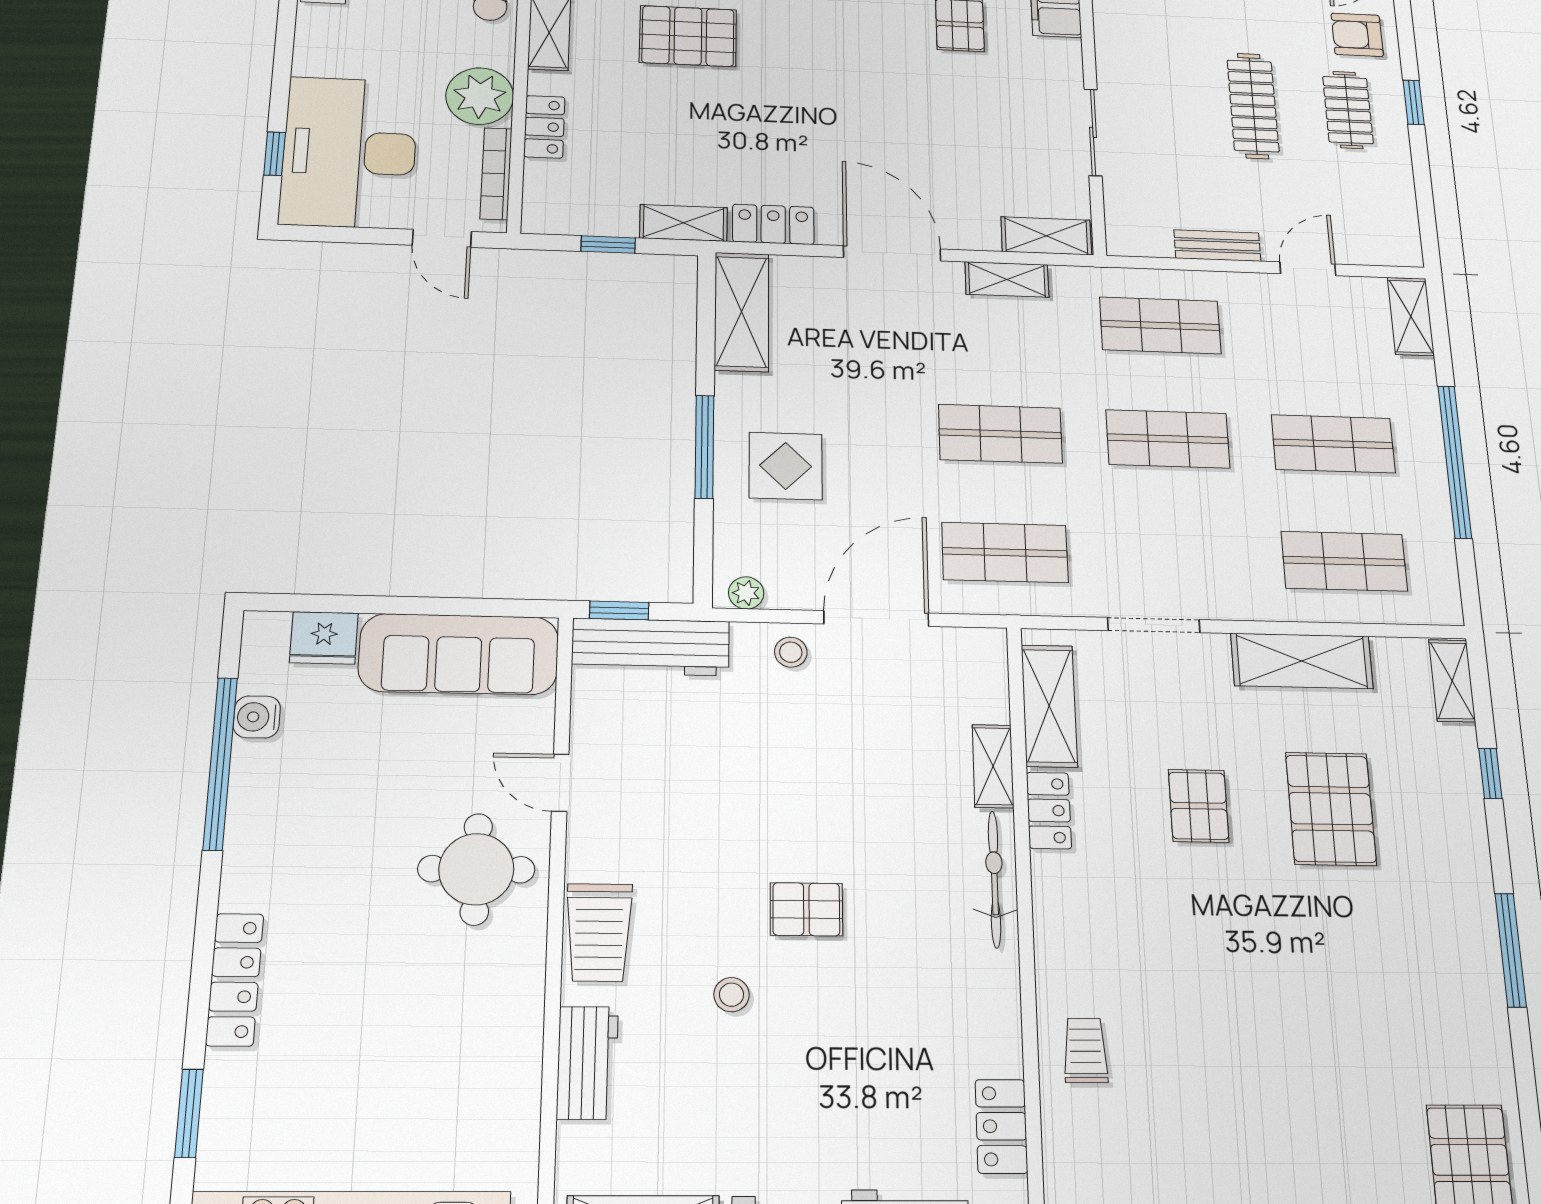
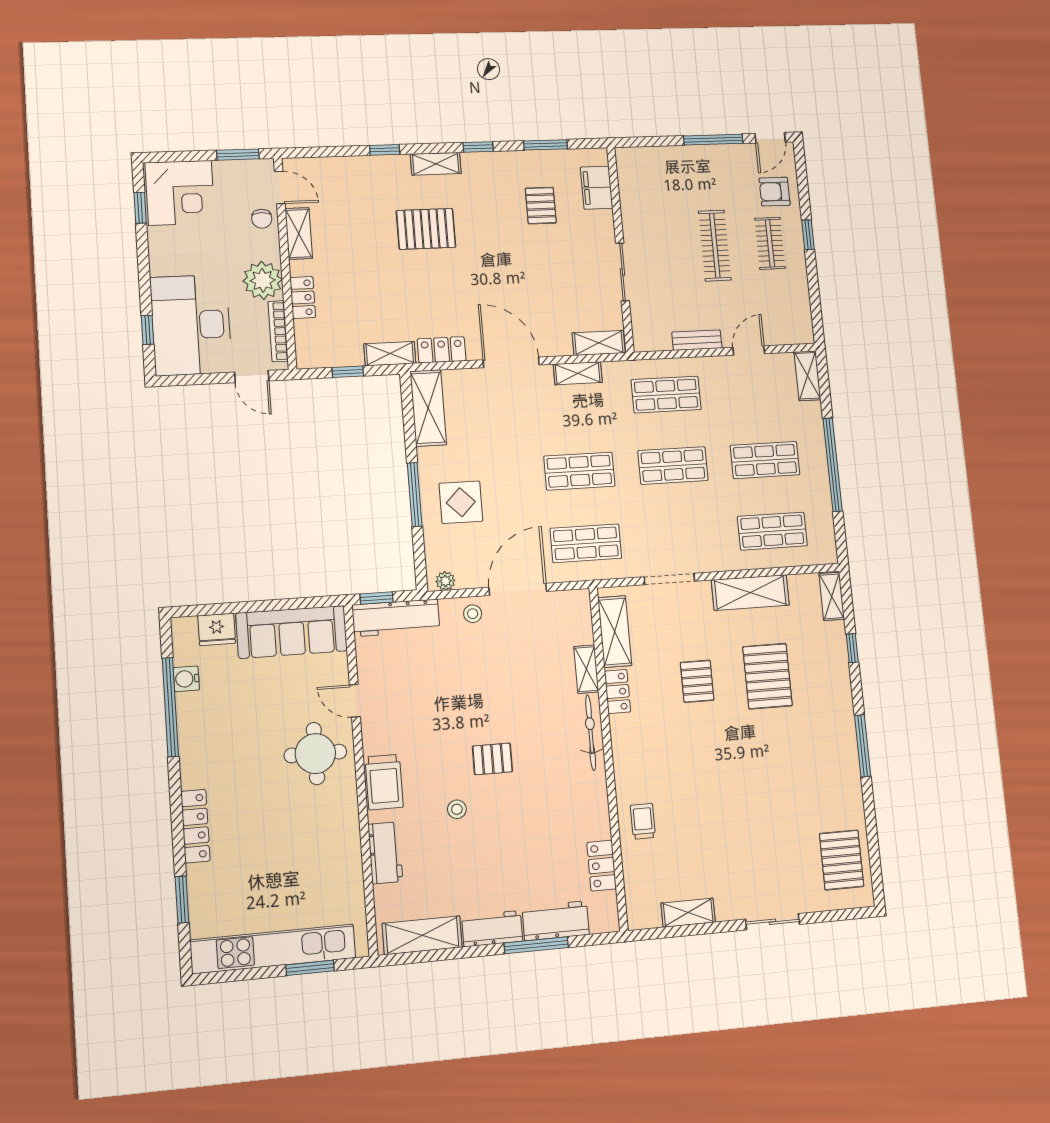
pallet: (688, 36) -> (426, 229), moved

